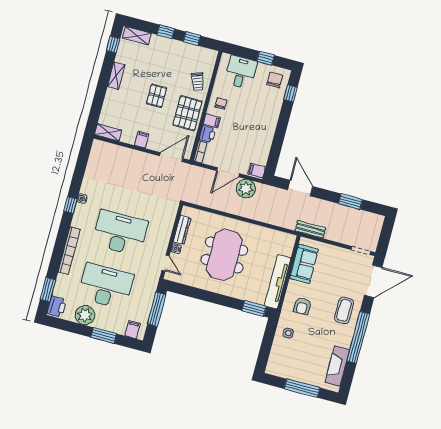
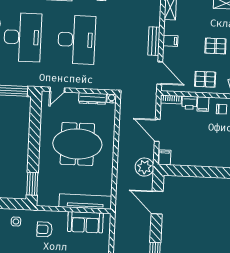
pallet: (187, 113) -> (205, 79), width x0.67, depth x0.71
door: (300, 188) -> (157, 203), swing flipped
plant: (246, 189) -> (144, 167), moved
bench: (310, 229) -> (154, 41), moved
water cooler: (176, 249) -> (112, 98), moved
tv unit: (278, 282) -> (85, 202), moved

